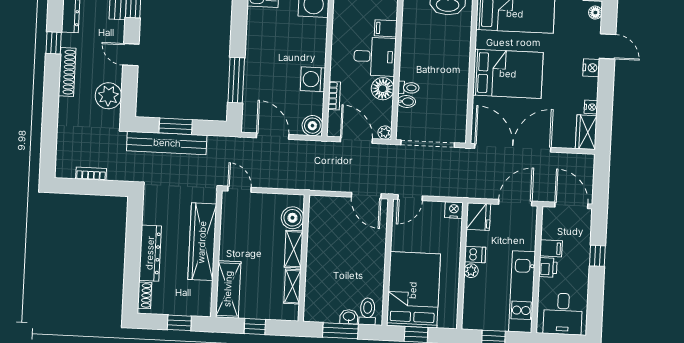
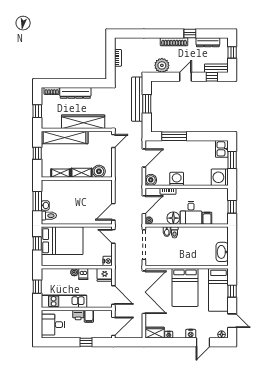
shelving: (228, 289) -> (65, 137), width x1.47

